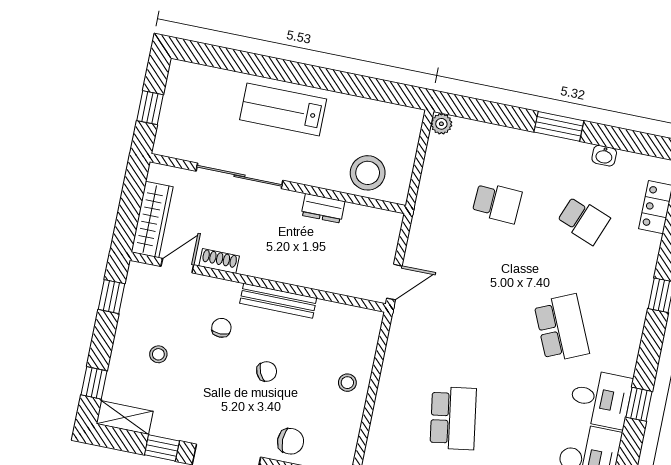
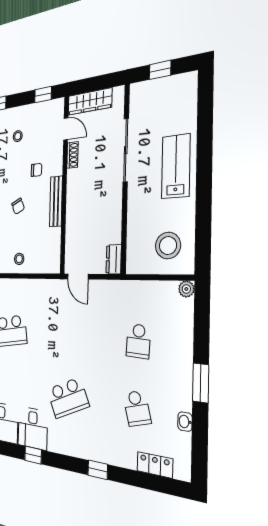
stool: (368, 173) -> (168, 246), moved
dresser: (323, 208) -> (114, 259), moved
school desk: (583, 220) -> (137, 408), turned -36

